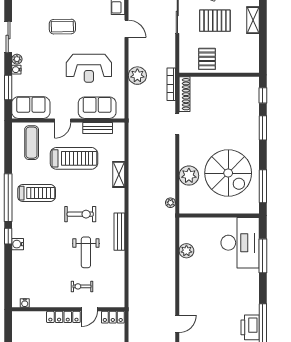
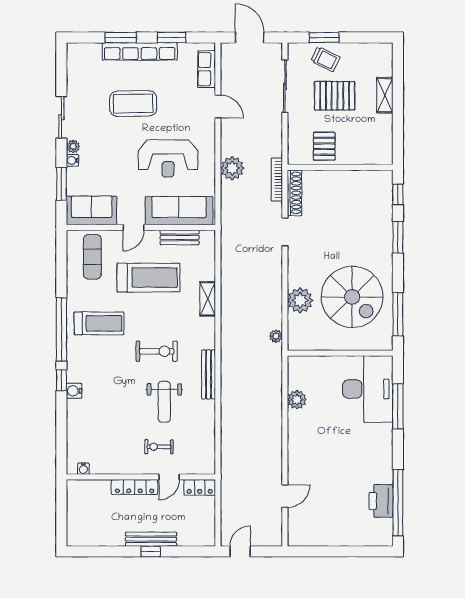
coffee table: (62, 27) -> (133, 104), width x1.36, depth x1.32
sofa: (97, 108) -> (179, 211), width x1.36

